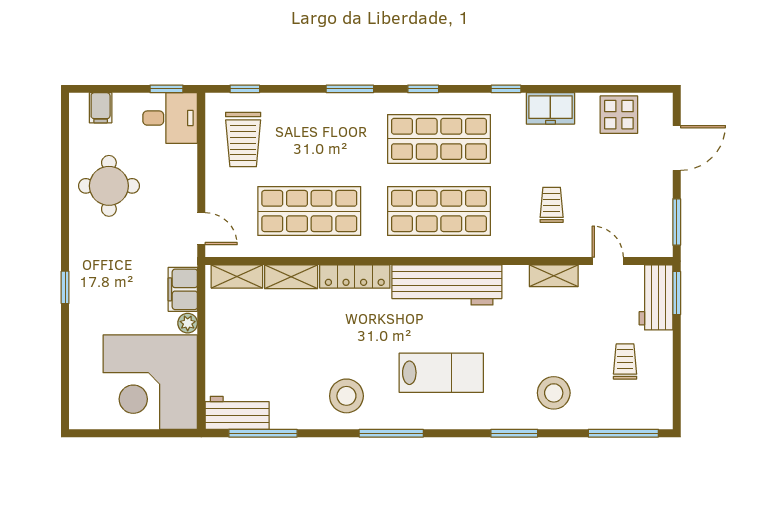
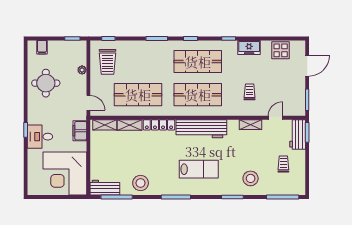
desk: (170, 118) -> (40, 137), moved, turned 180
door: (608, 261) -> (275, 118), hinge flipped
plant: (188, 323) -> (82, 70), moved
stool: (346, 396) -> (141, 183), moved

